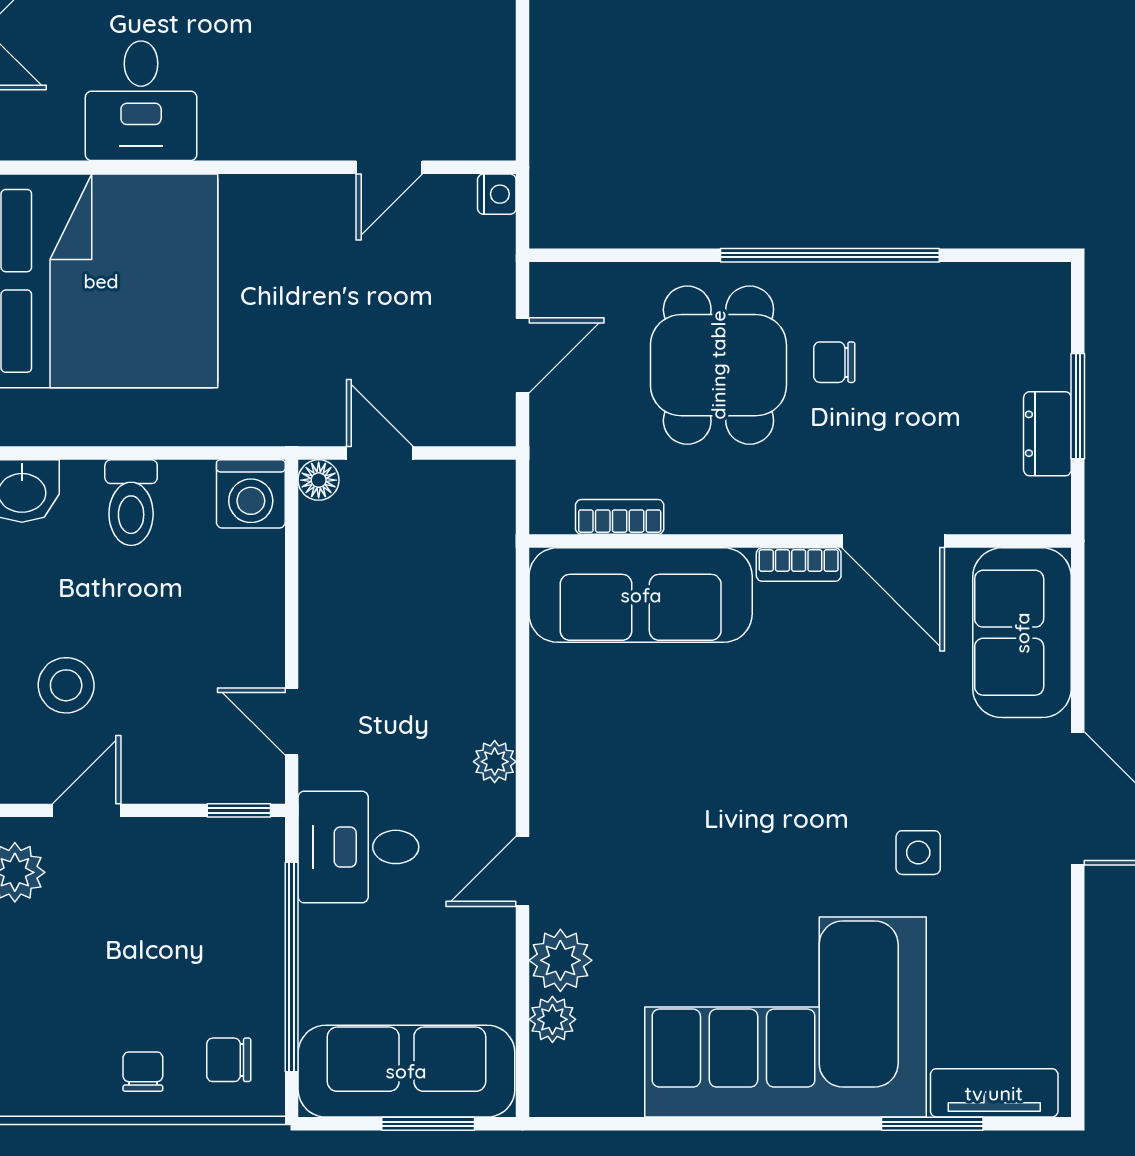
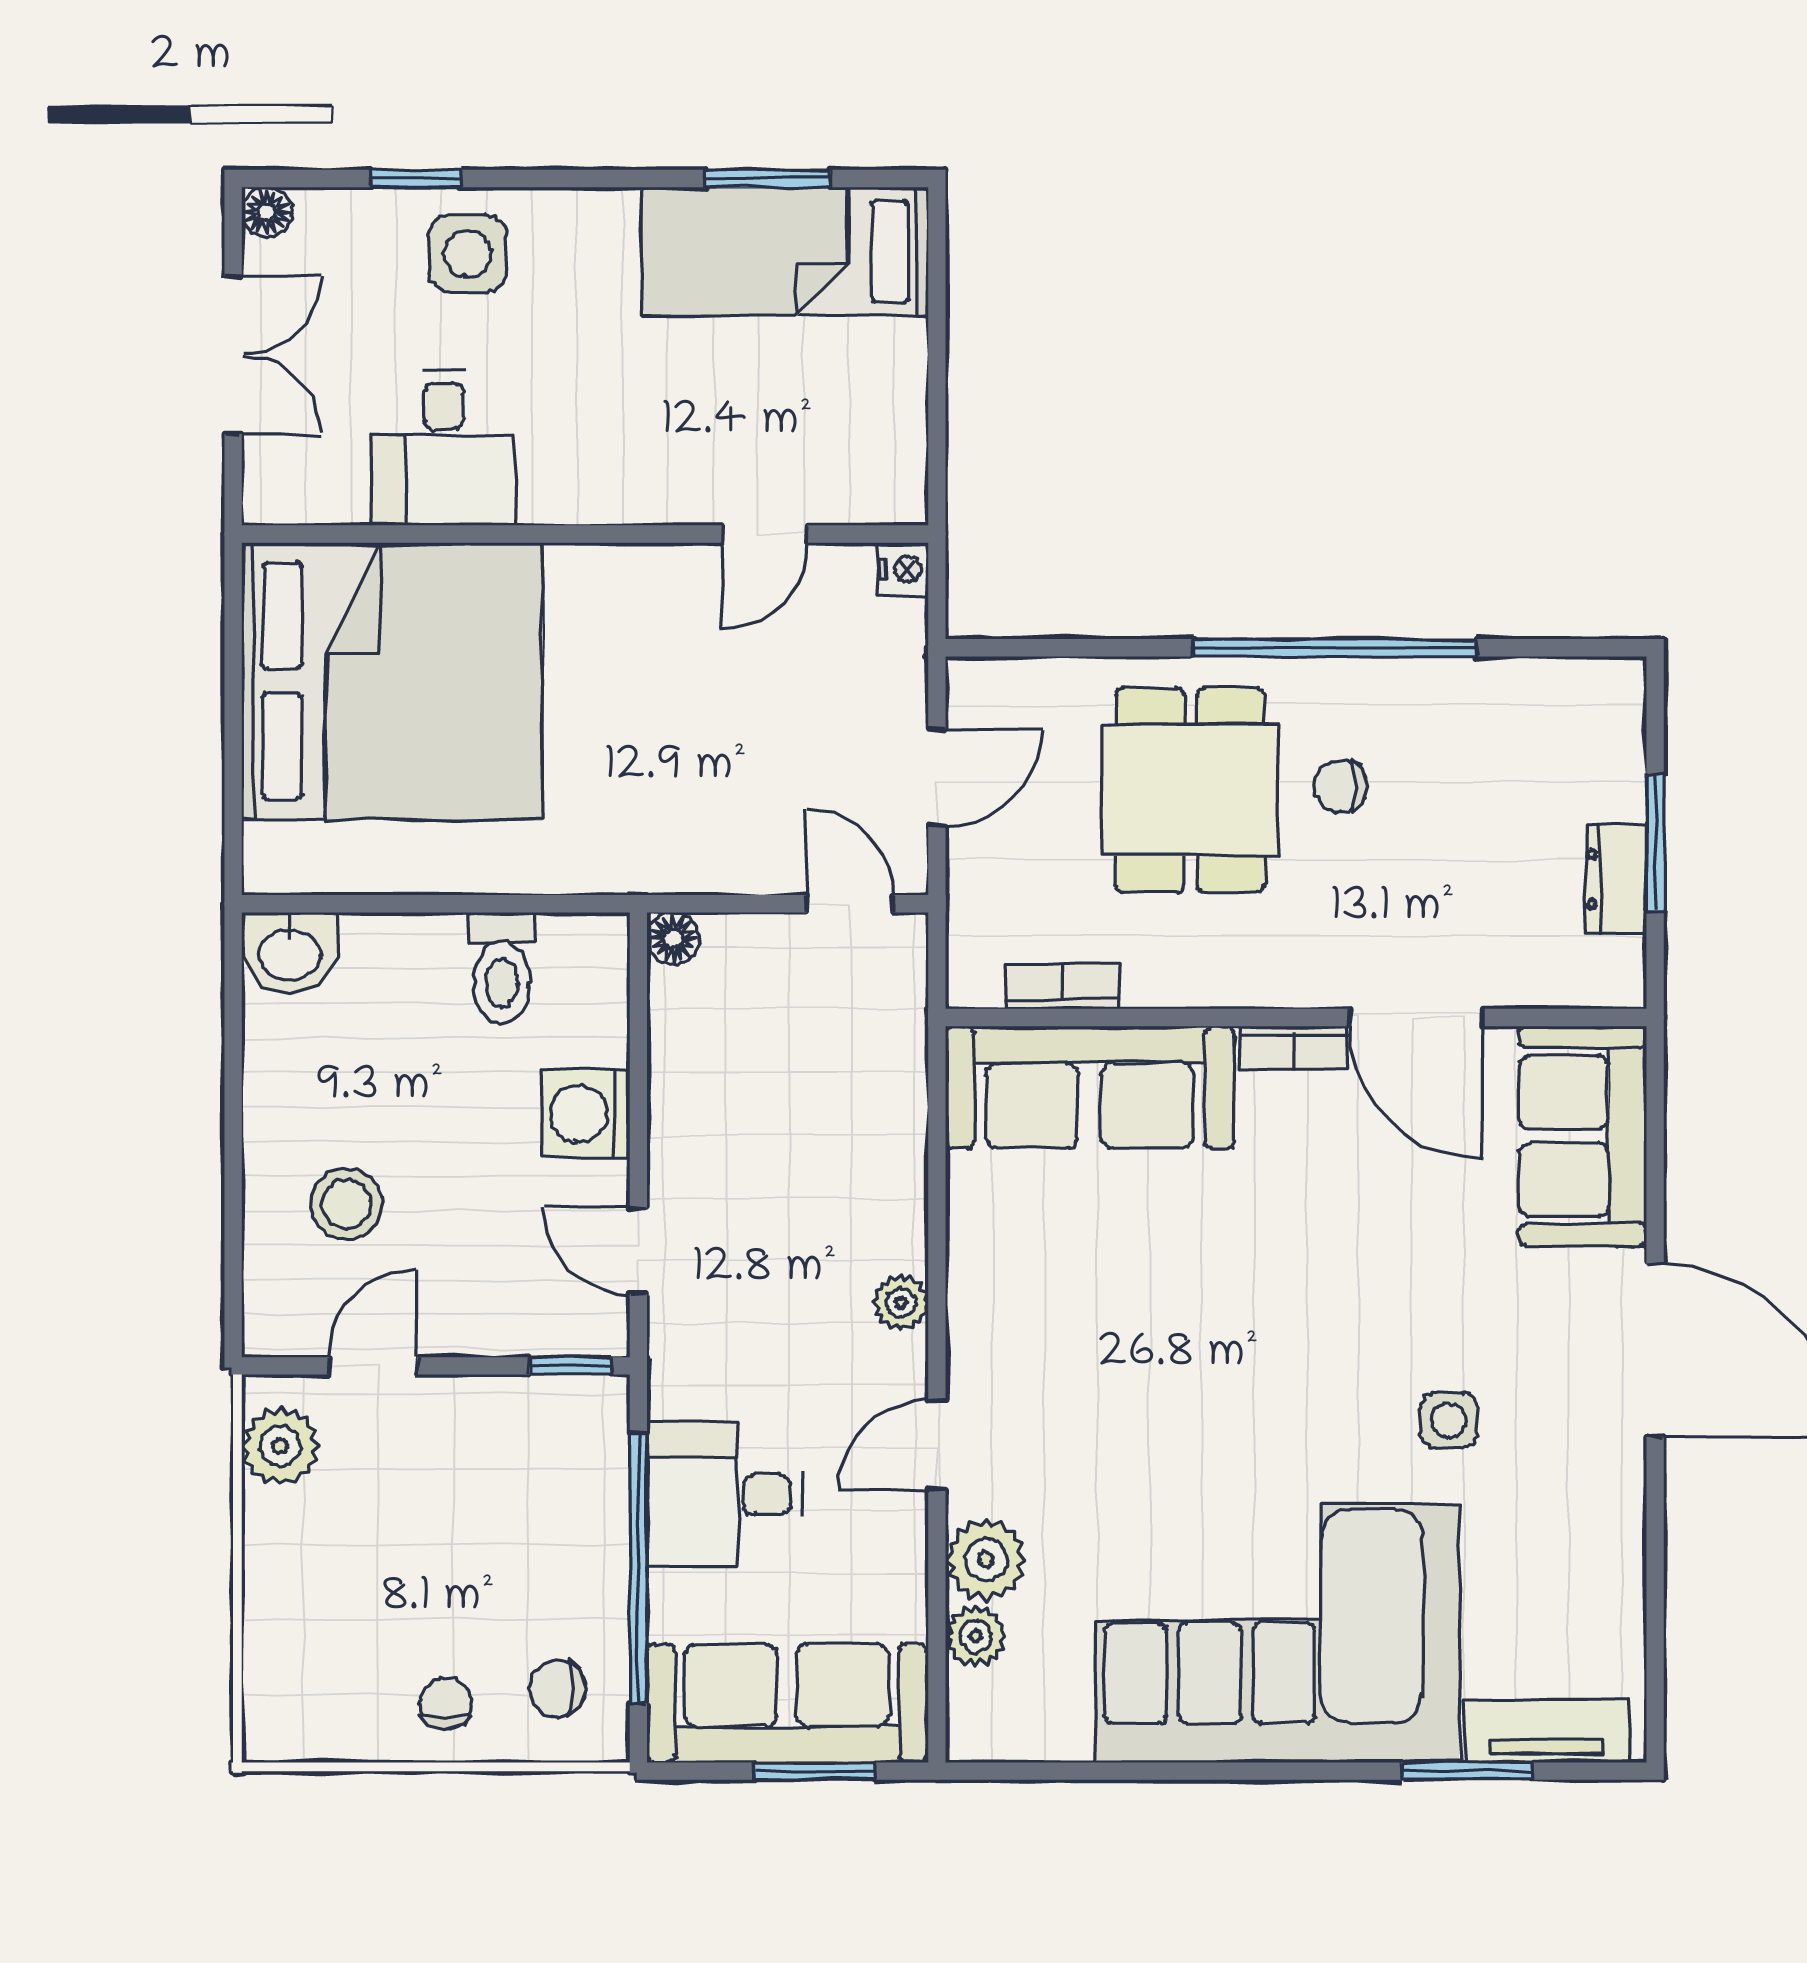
door: (380, 453) -> (850, 904), moved
washing machine: (251, 494) -> (585, 1114), moved, turned 90
toilet: (131, 503) -> (502, 968), moved
desk: (358, 847) -> (725, 1494), moved

